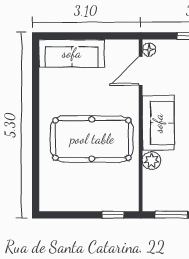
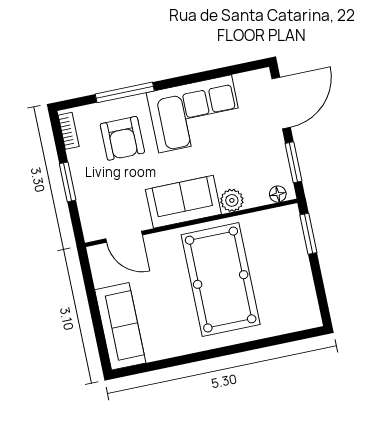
floor lamp: (149, 50) -> (278, 194), moved
window: (113, 215) -> (308, 234), width x1.50

